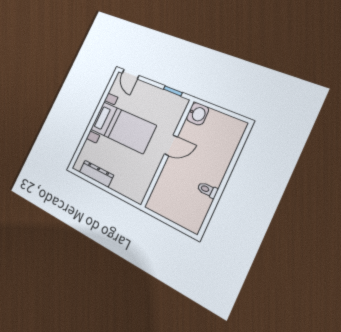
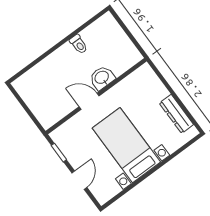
door: (130, 74) -> (79, 180), moved
washbasin: (198, 114) -> (102, 78), moved

